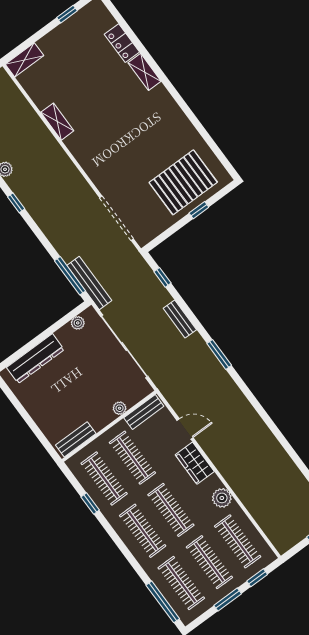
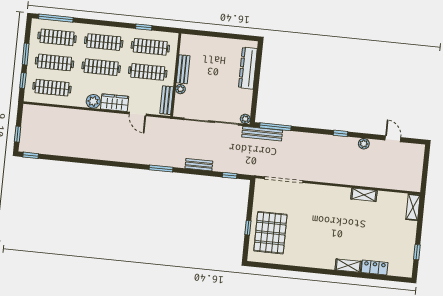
plant: (78, 323) -> (245, 119), moved
door: (185, 429) -> (138, 114), hinge flipped
bench: (76, 439) -> (183, 69), moved
plant: (222, 498) -> (93, 101), moved

